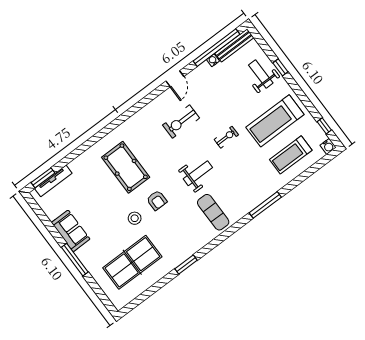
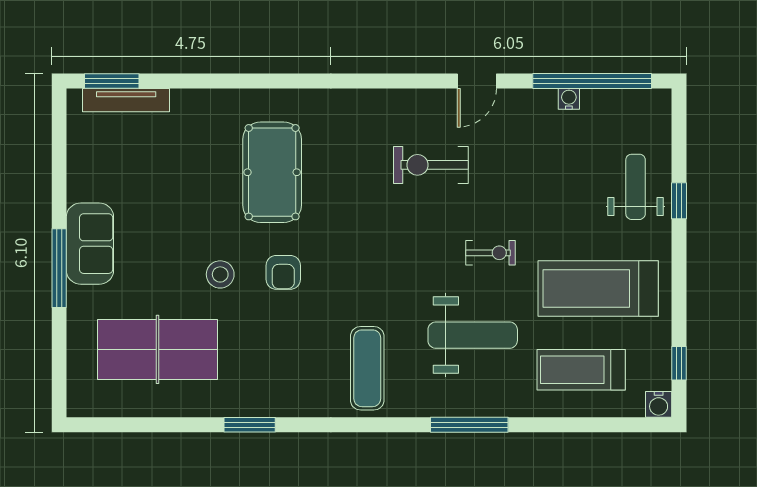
bench: (234, 45) -> (627, 101), removed
weight bench: (198, 173) -> (473, 335), moved, width x1.36, depth x1.33
sofa: (71, 231) -> (90, 244), moved

